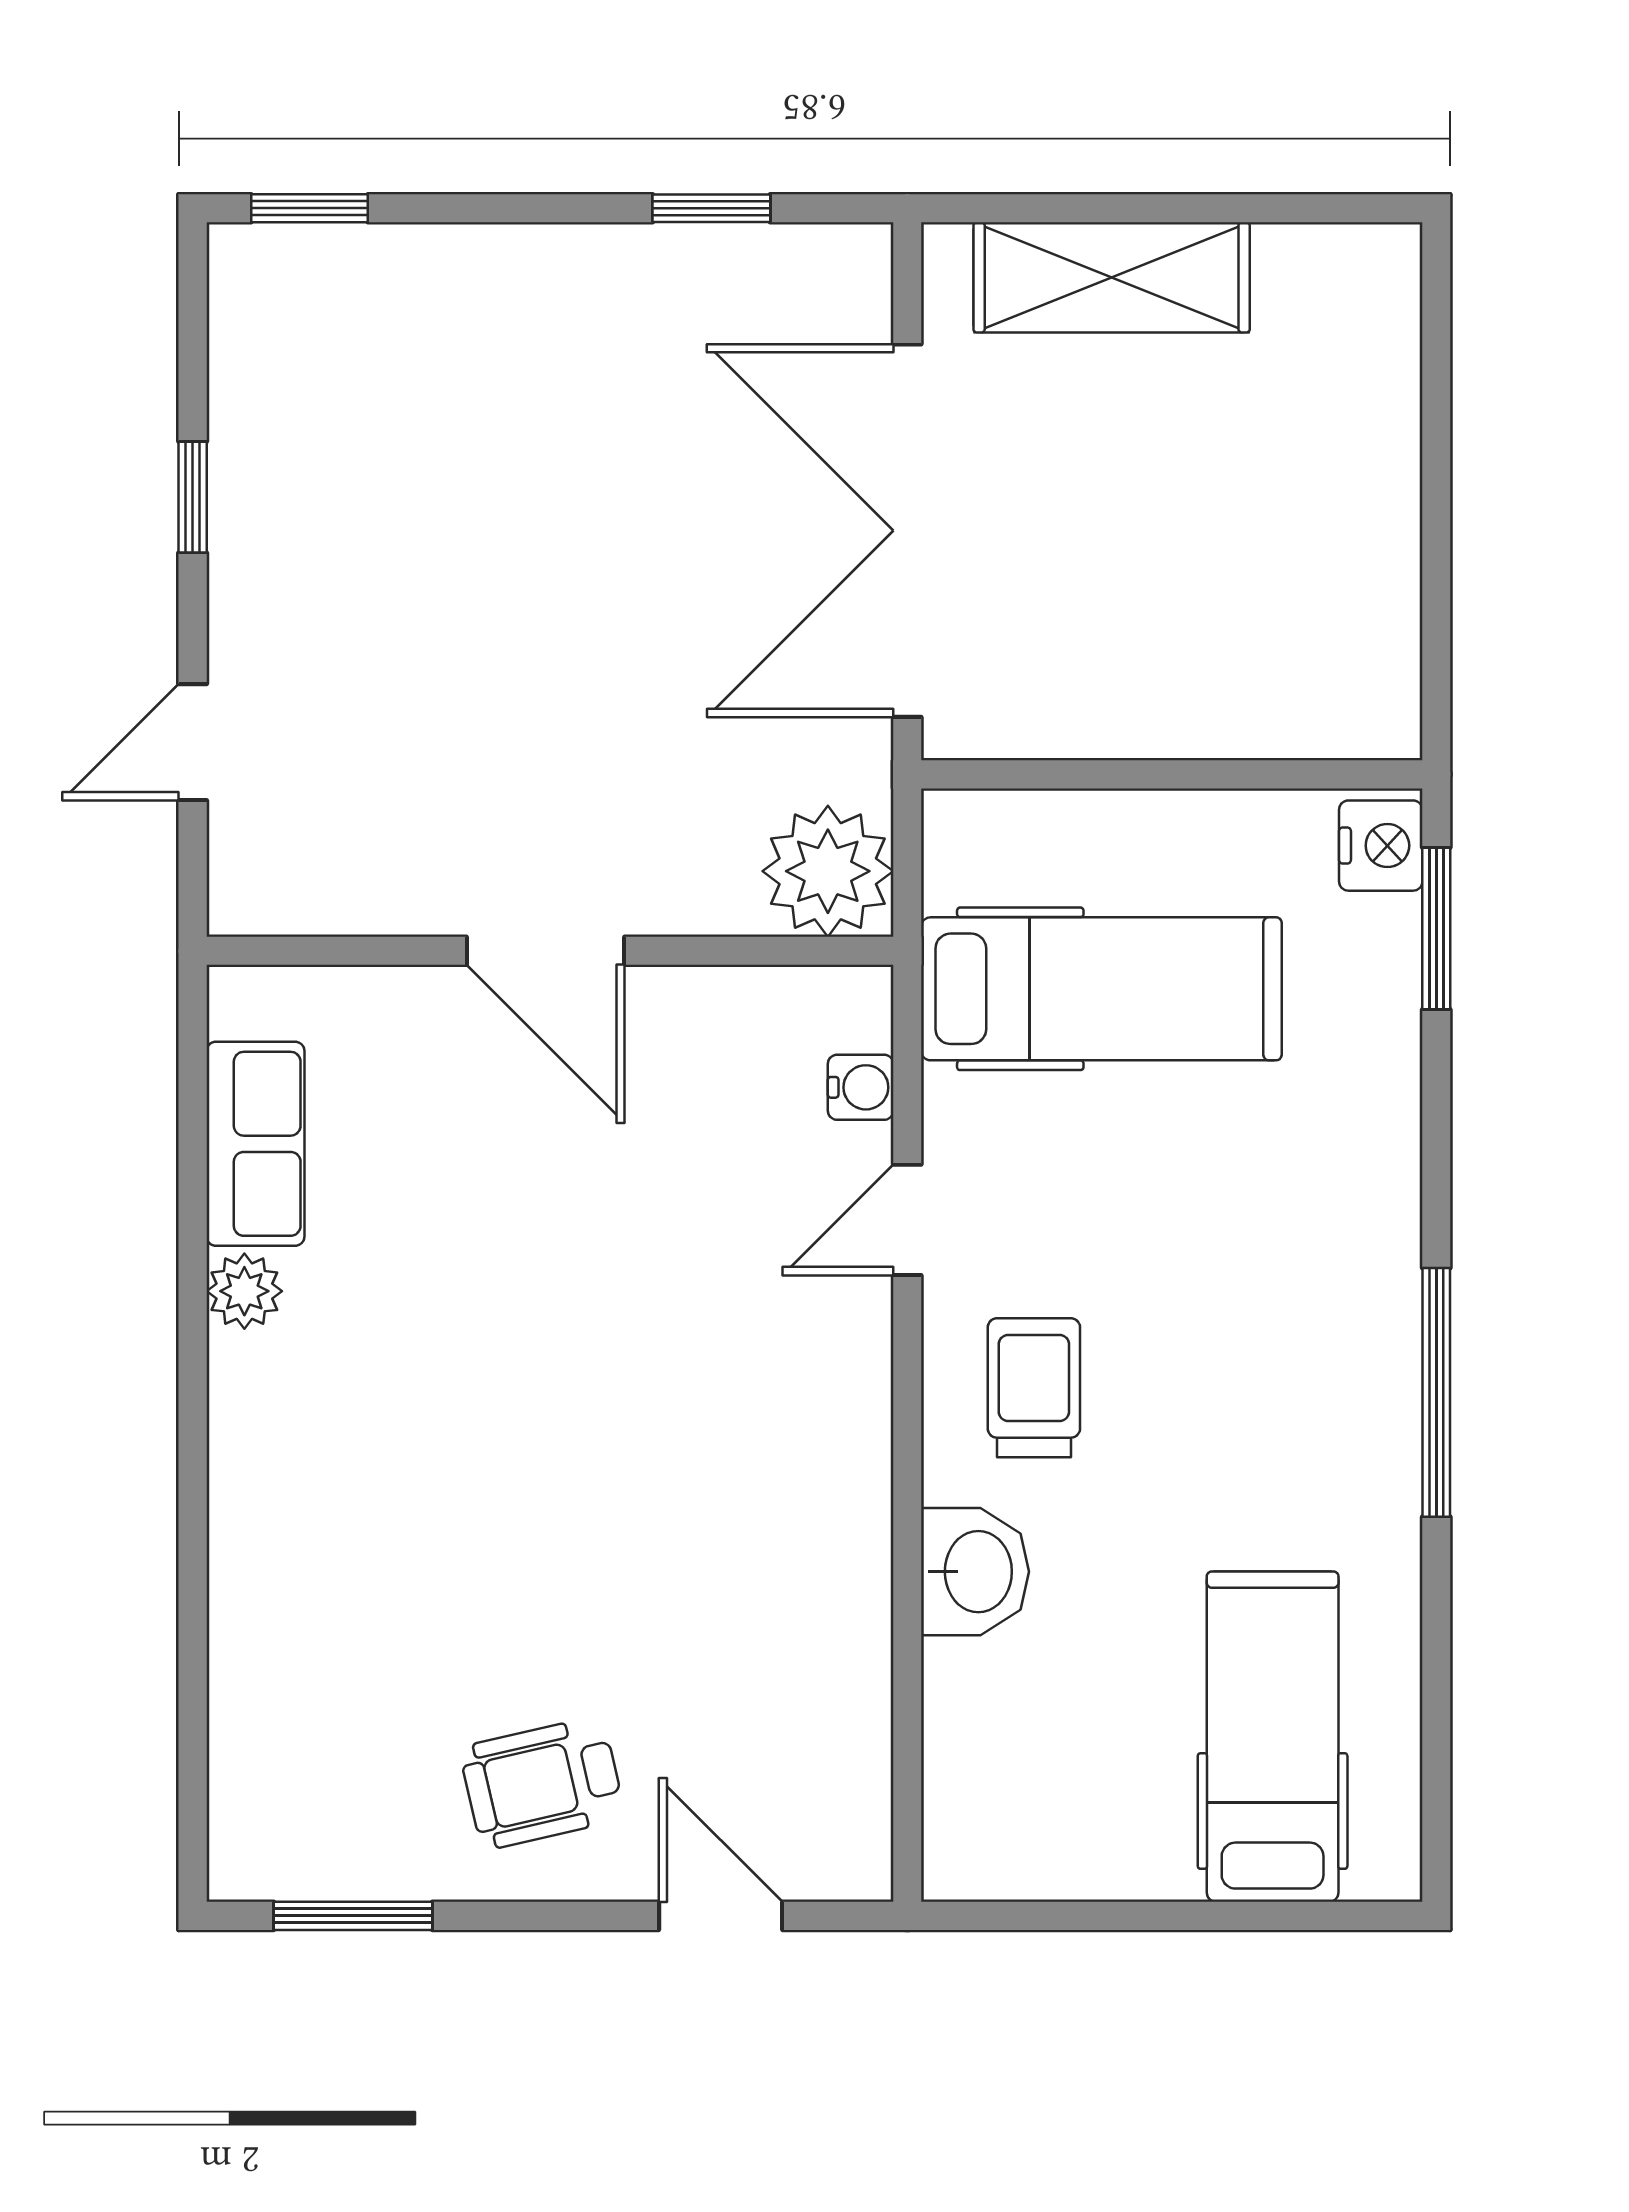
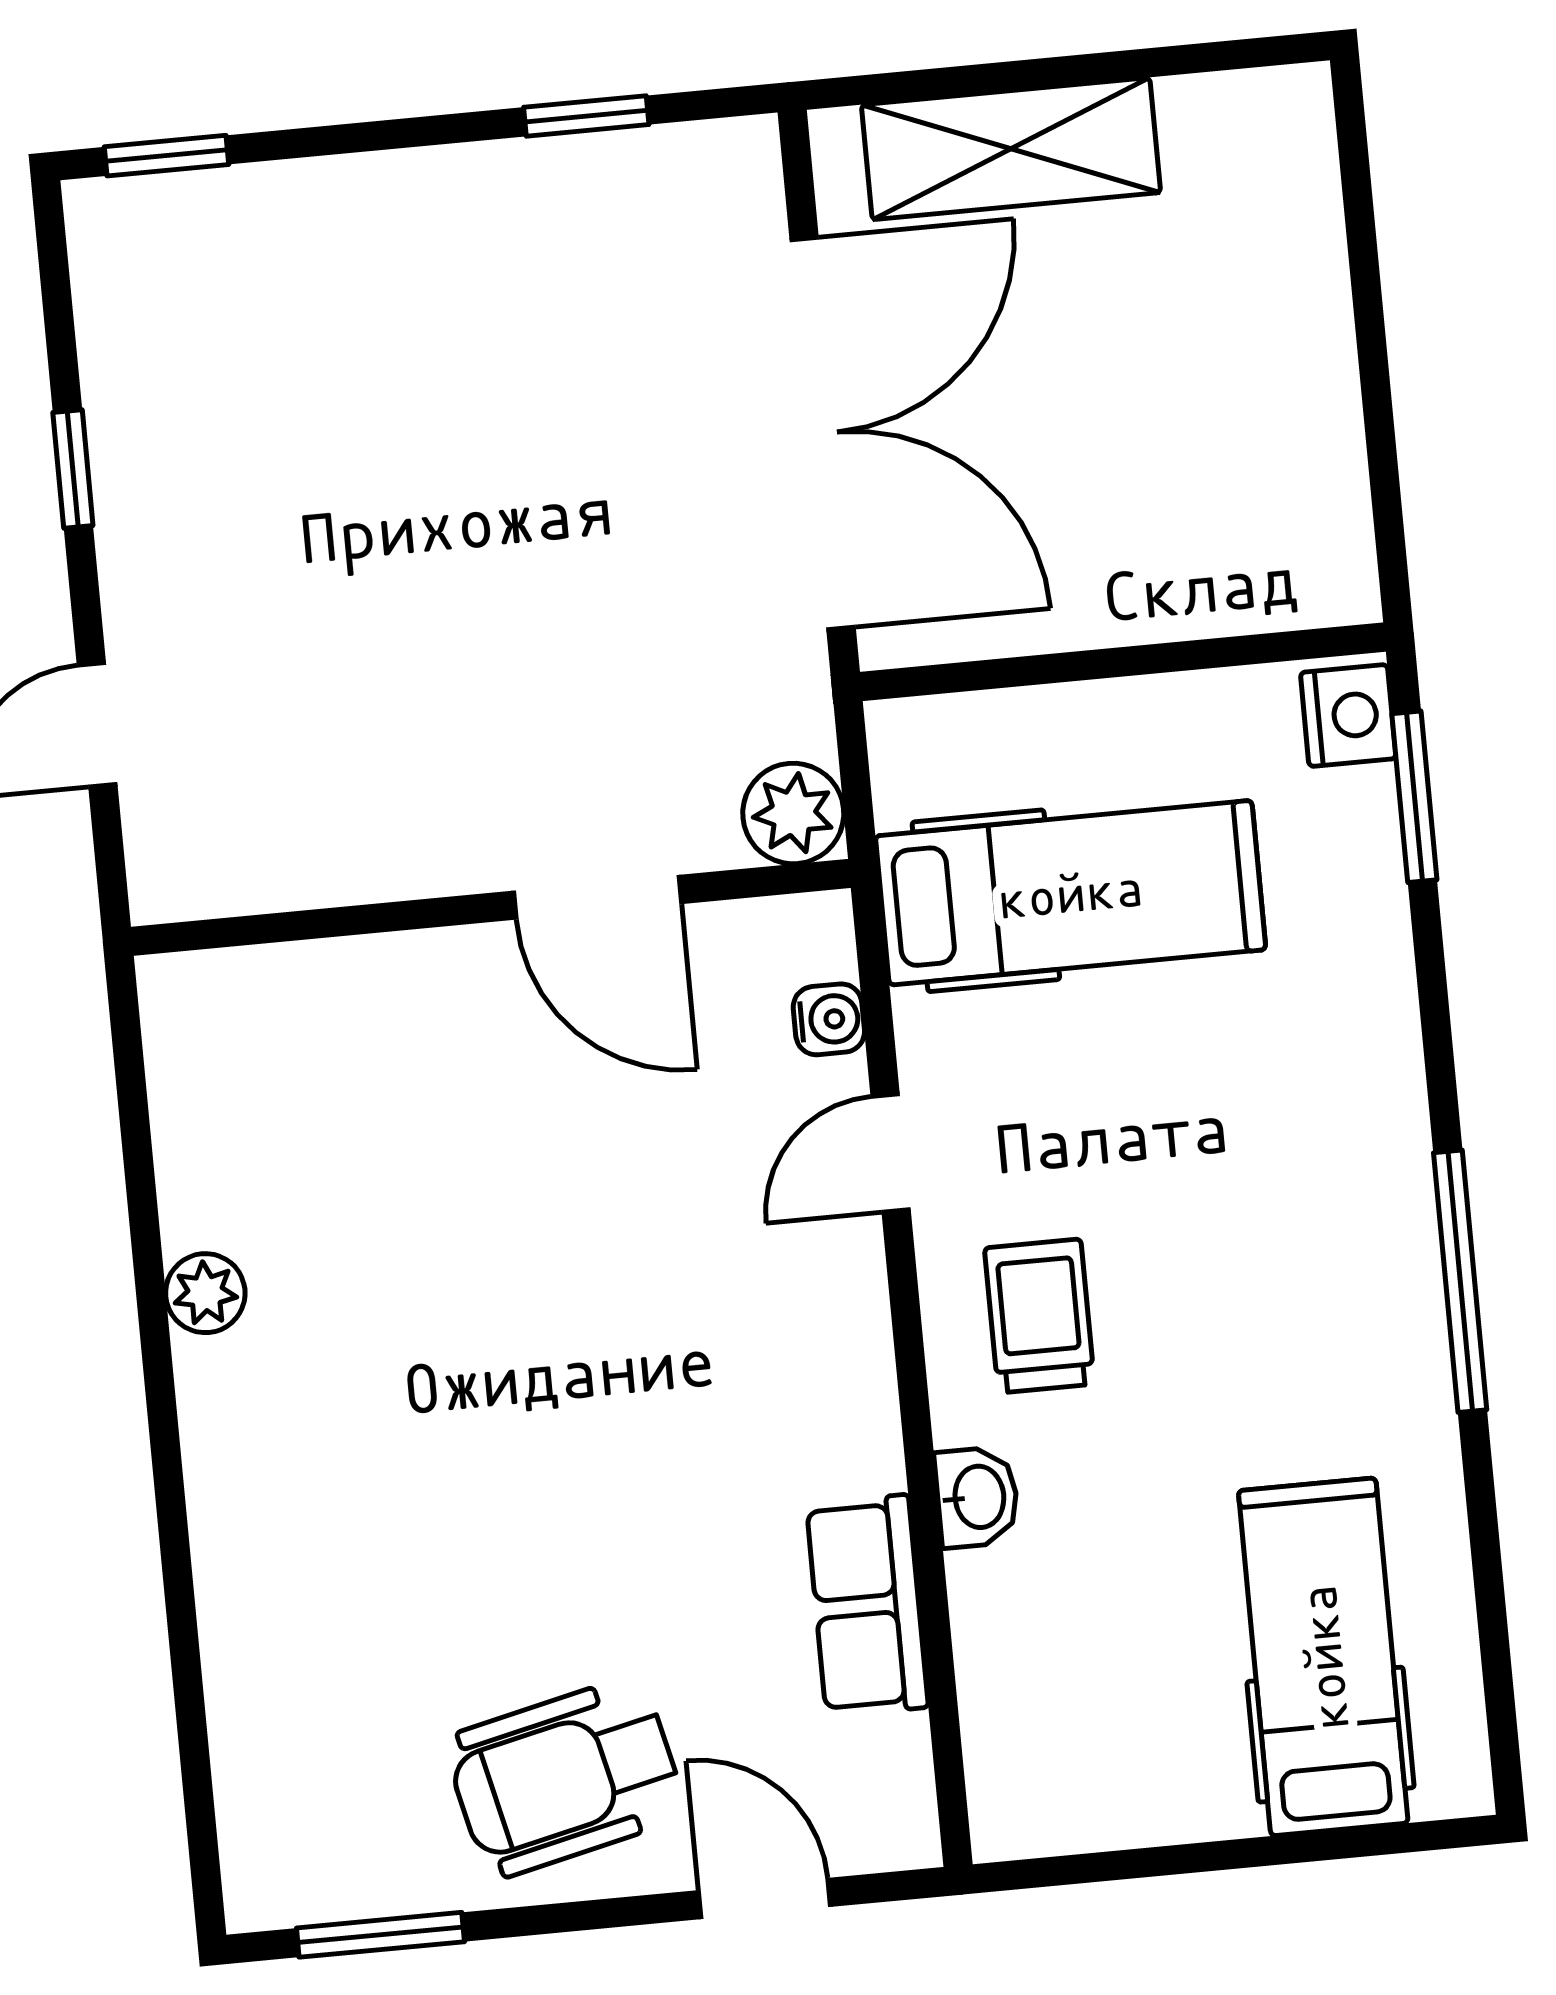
double door: (907, 531) -> (823, 433), swing flipped
plant: (828, 871) -> (793, 813), width x0.73, depth x0.73
door: (545, 951) -> (597, 897), moved
row of seats: (255, 1144) -> (867, 1605), moved, turned 180
washbasin: (975, 1572) -> (977, 1497), width x0.72, depth x0.69
wheelchair: (542, 1783) -> (565, 1777), width x1.36, depth x1.37

